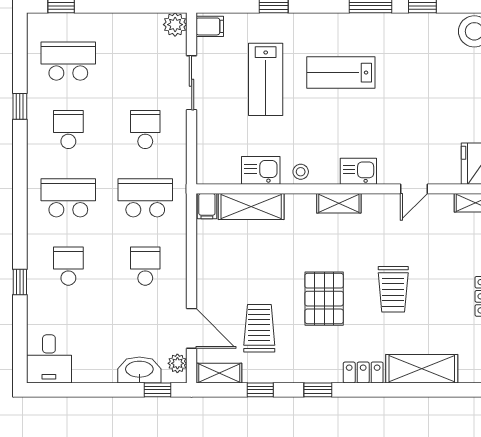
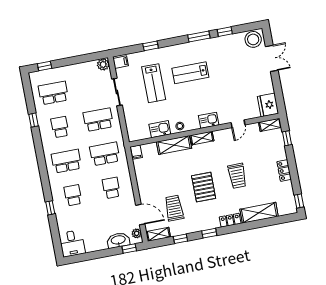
school desk: (145, 129) -> (98, 120), width x1.85
shelving: (251, 206) -> (174, 145), moved

